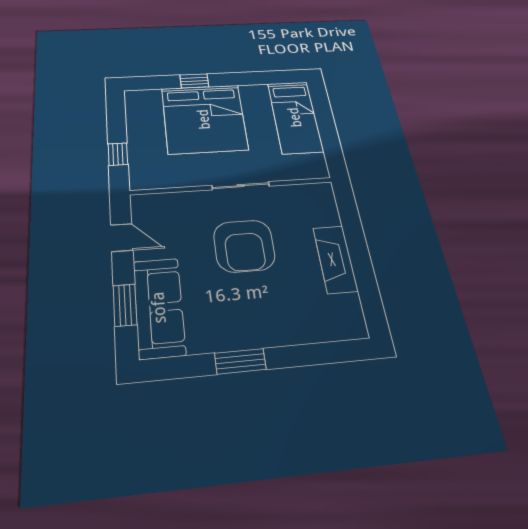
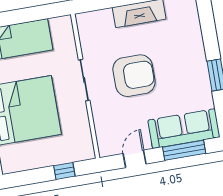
window: (125, 305) -> (184, 150), width x1.44

